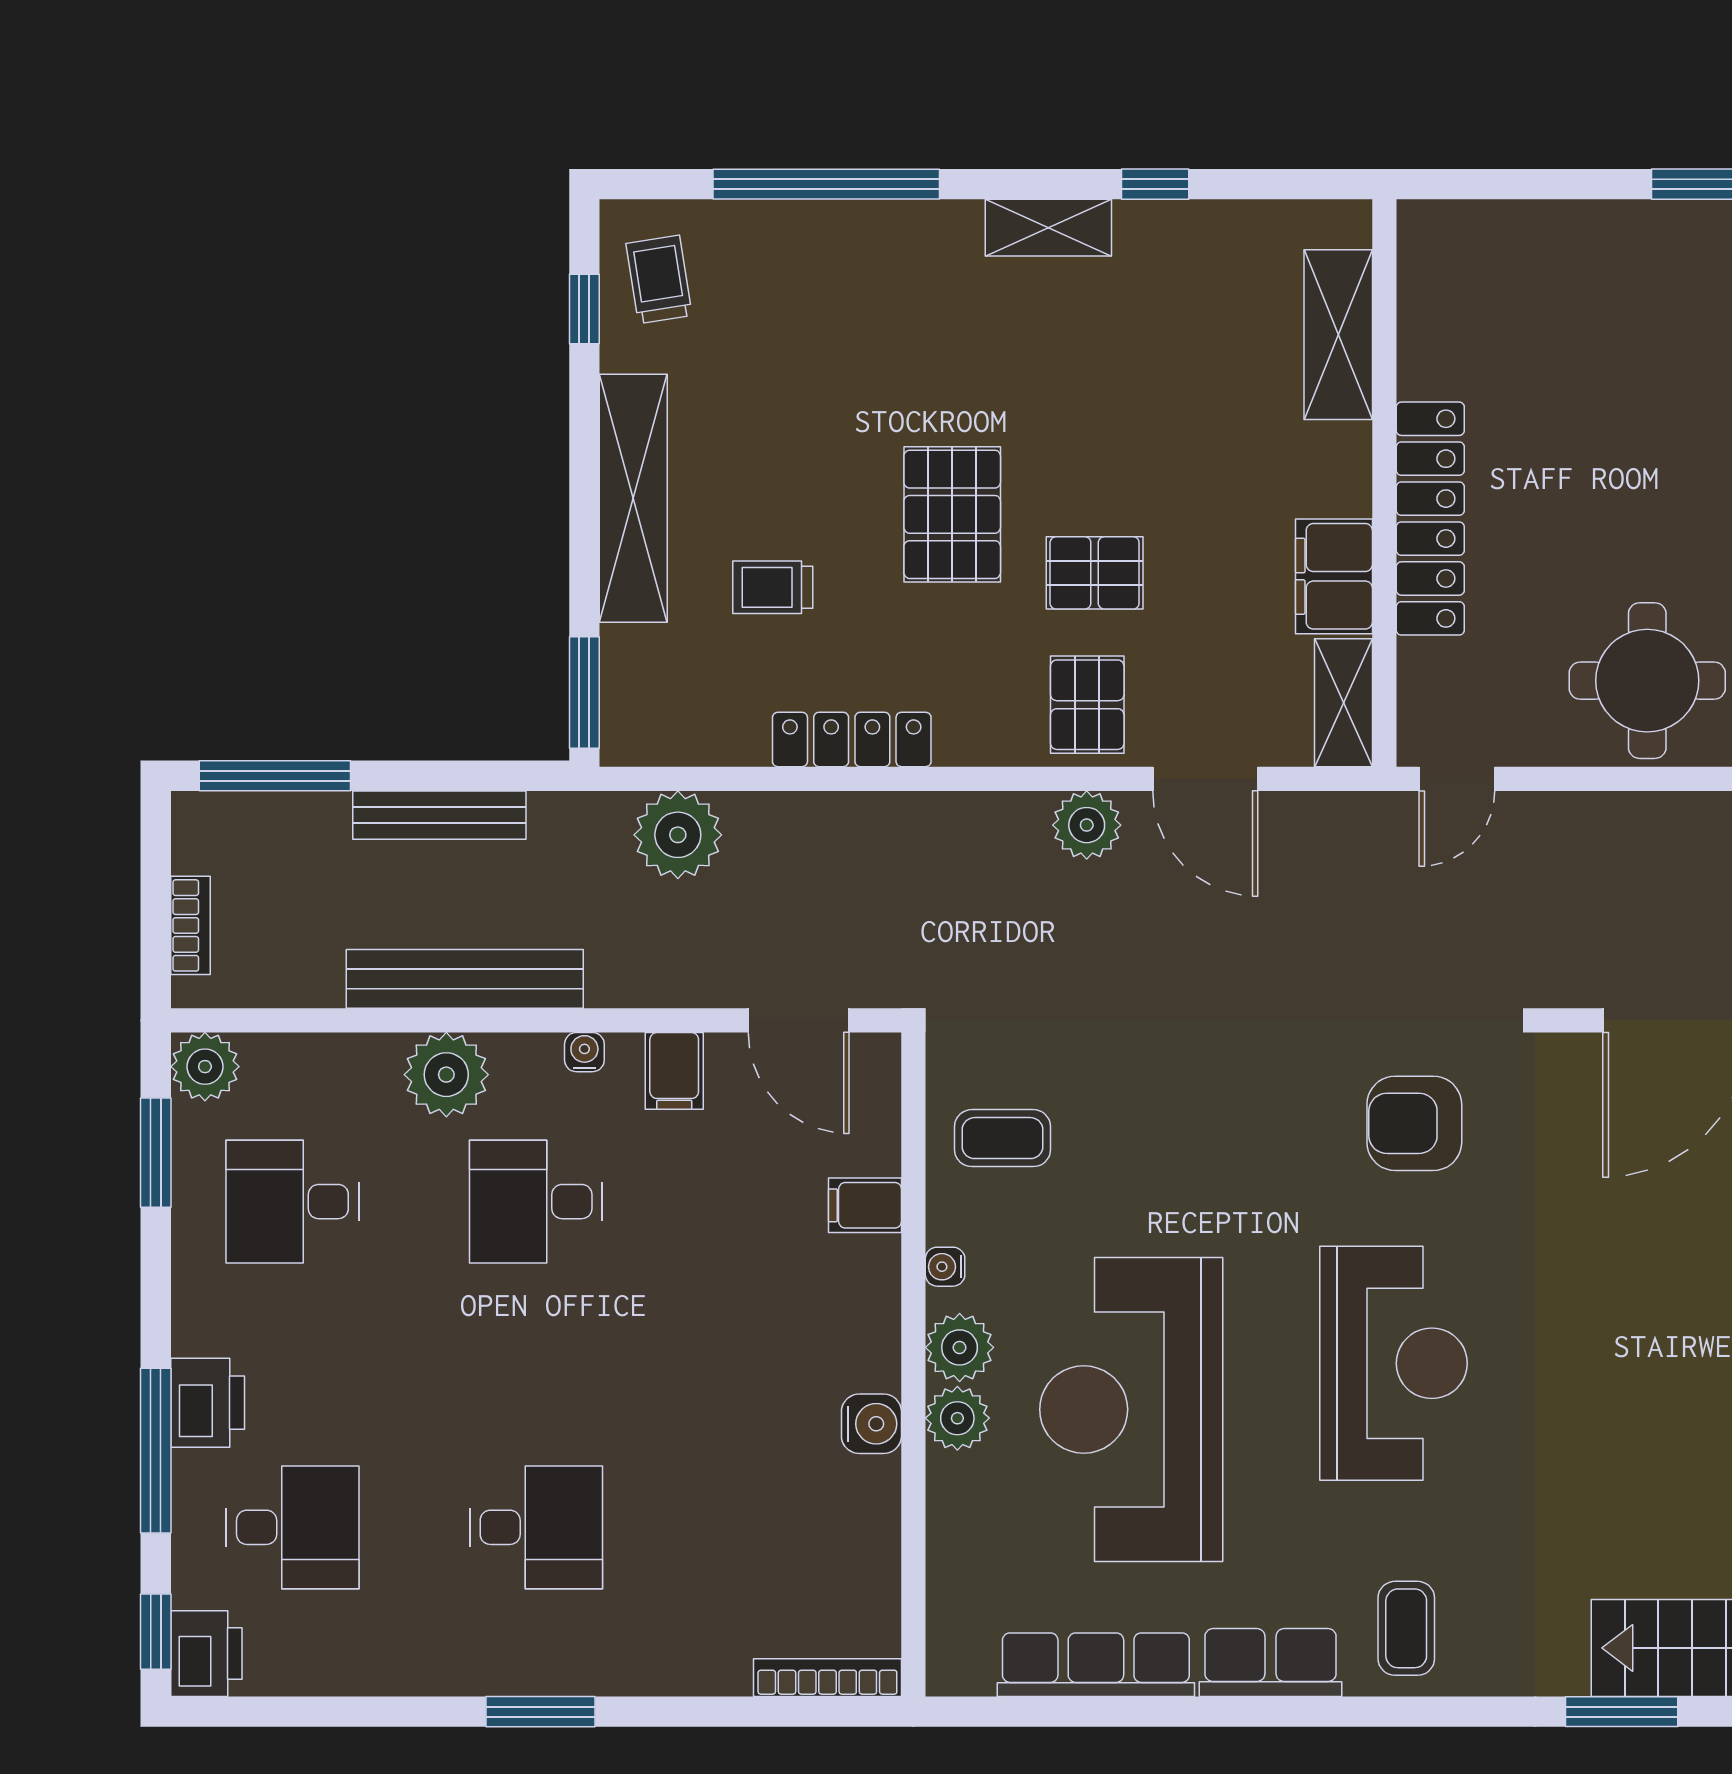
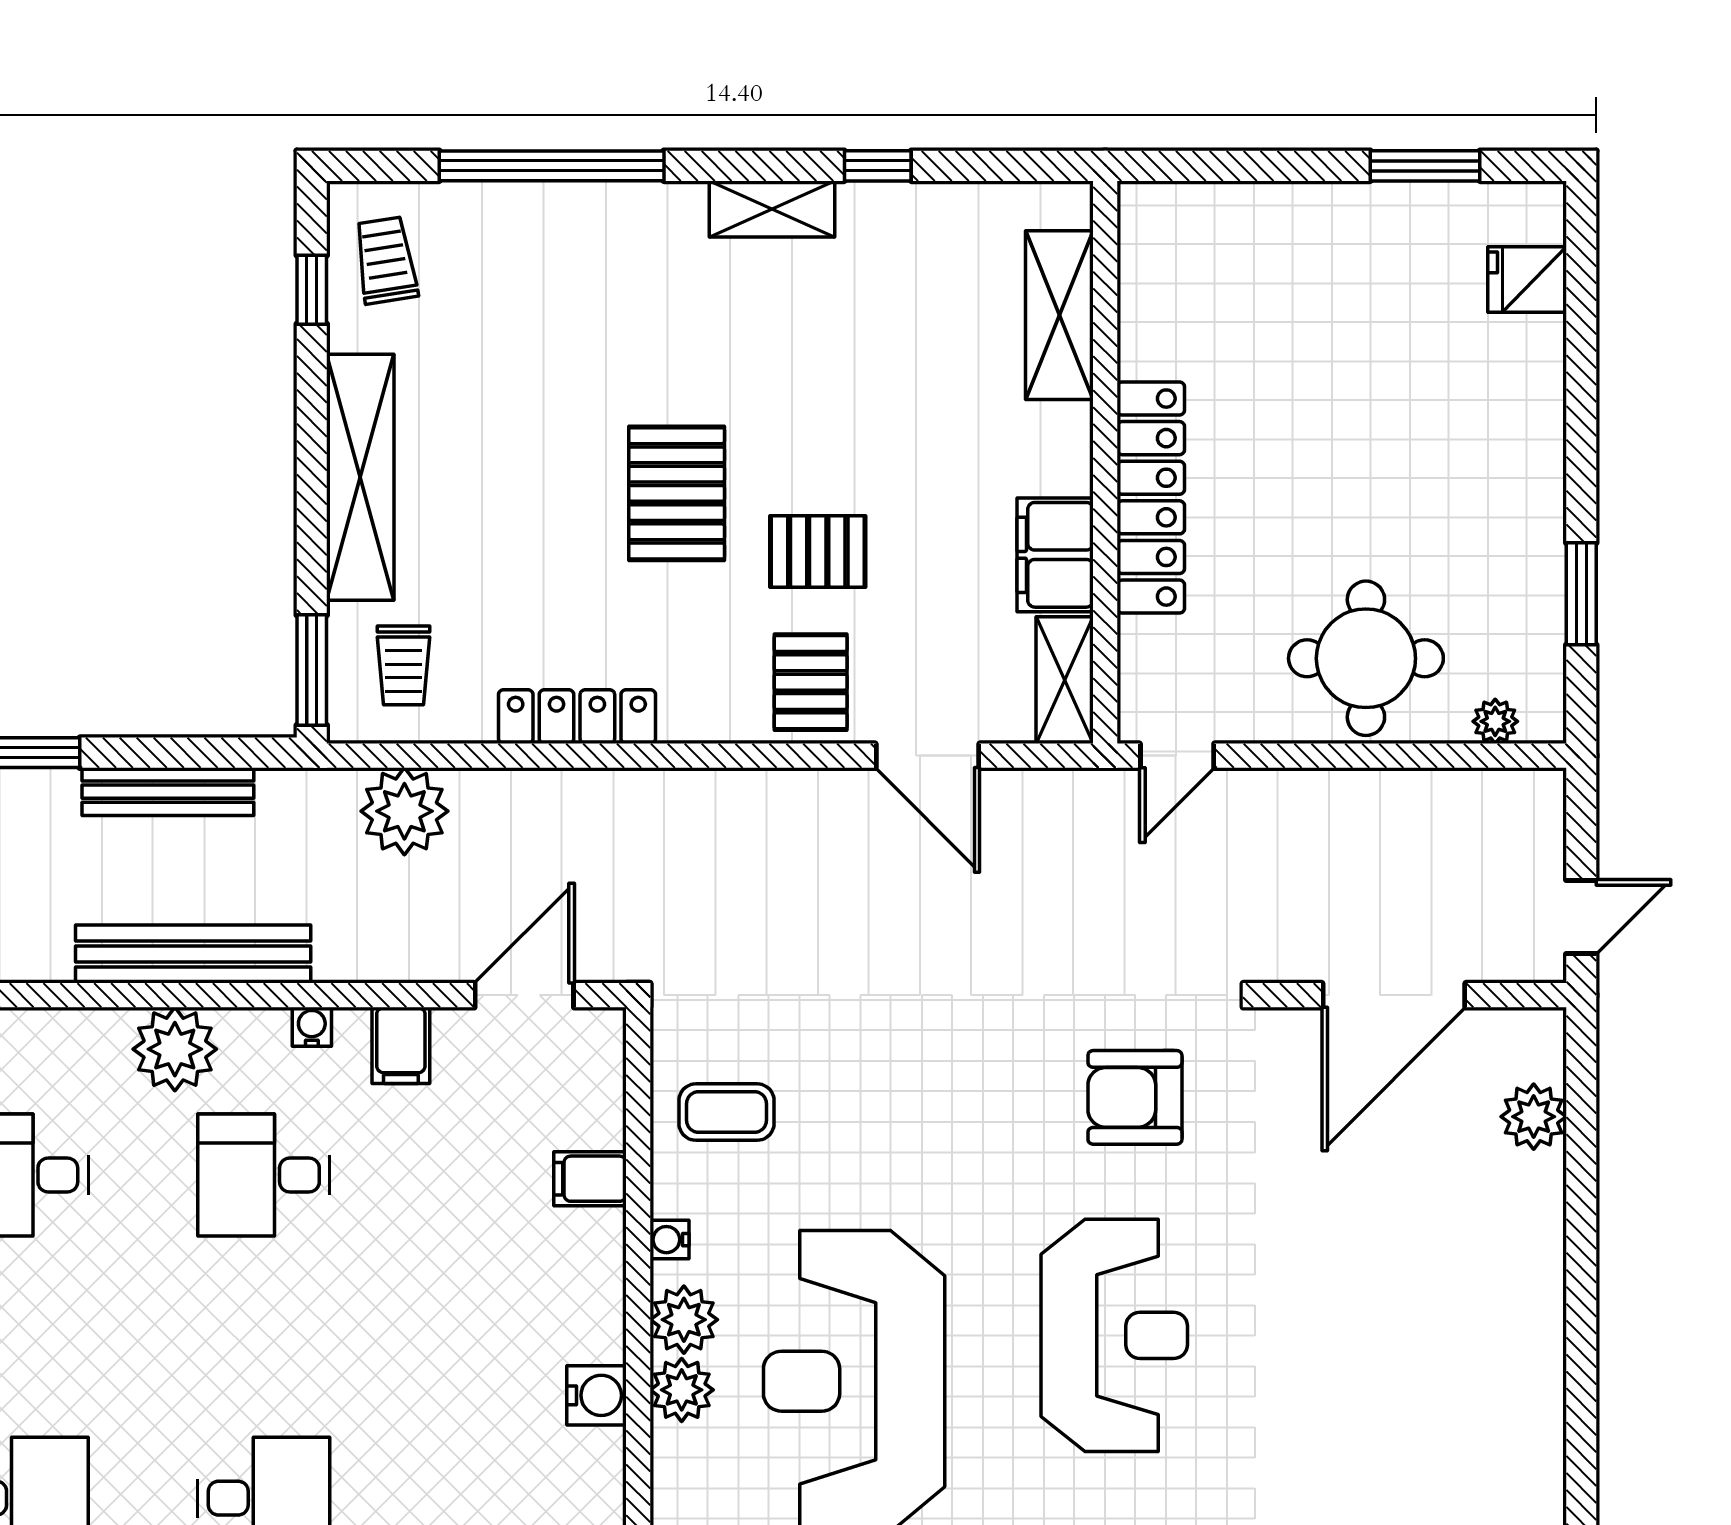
trolley: (773, 587) -> (403, 665), moved, turned -90
plant: (1087, 825) -> (810, 802), removed
door: (799, 1020) -> (524, 995), swing flipped

